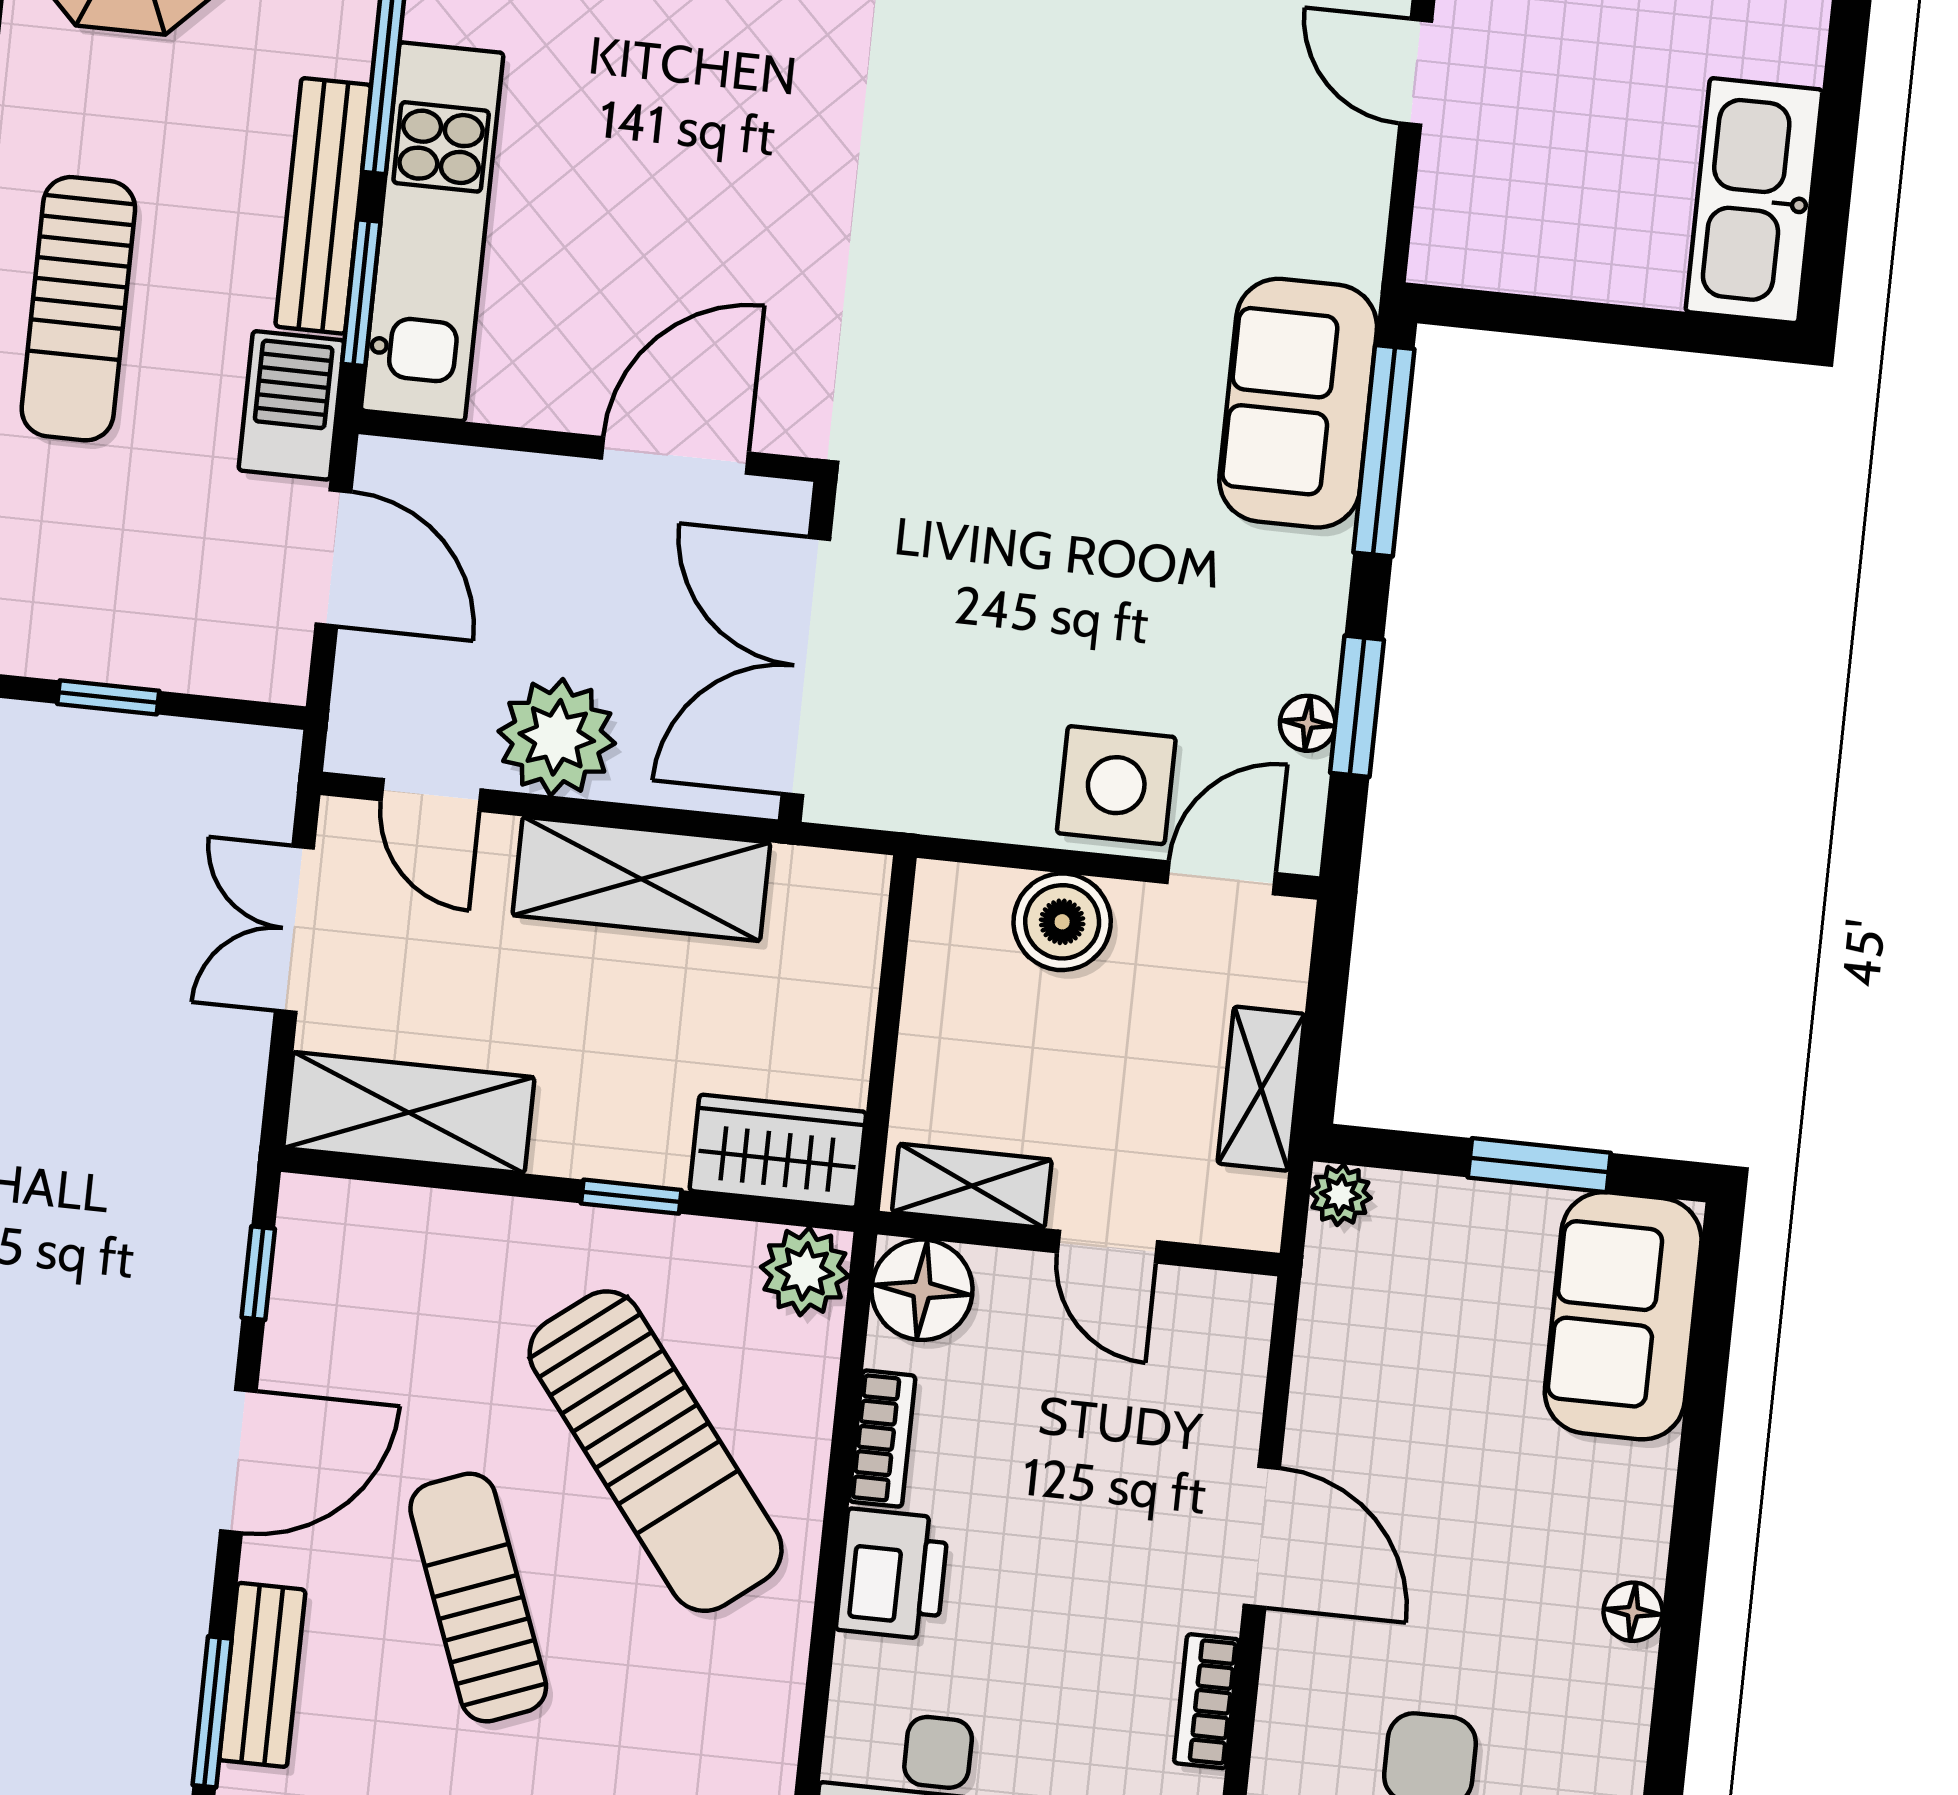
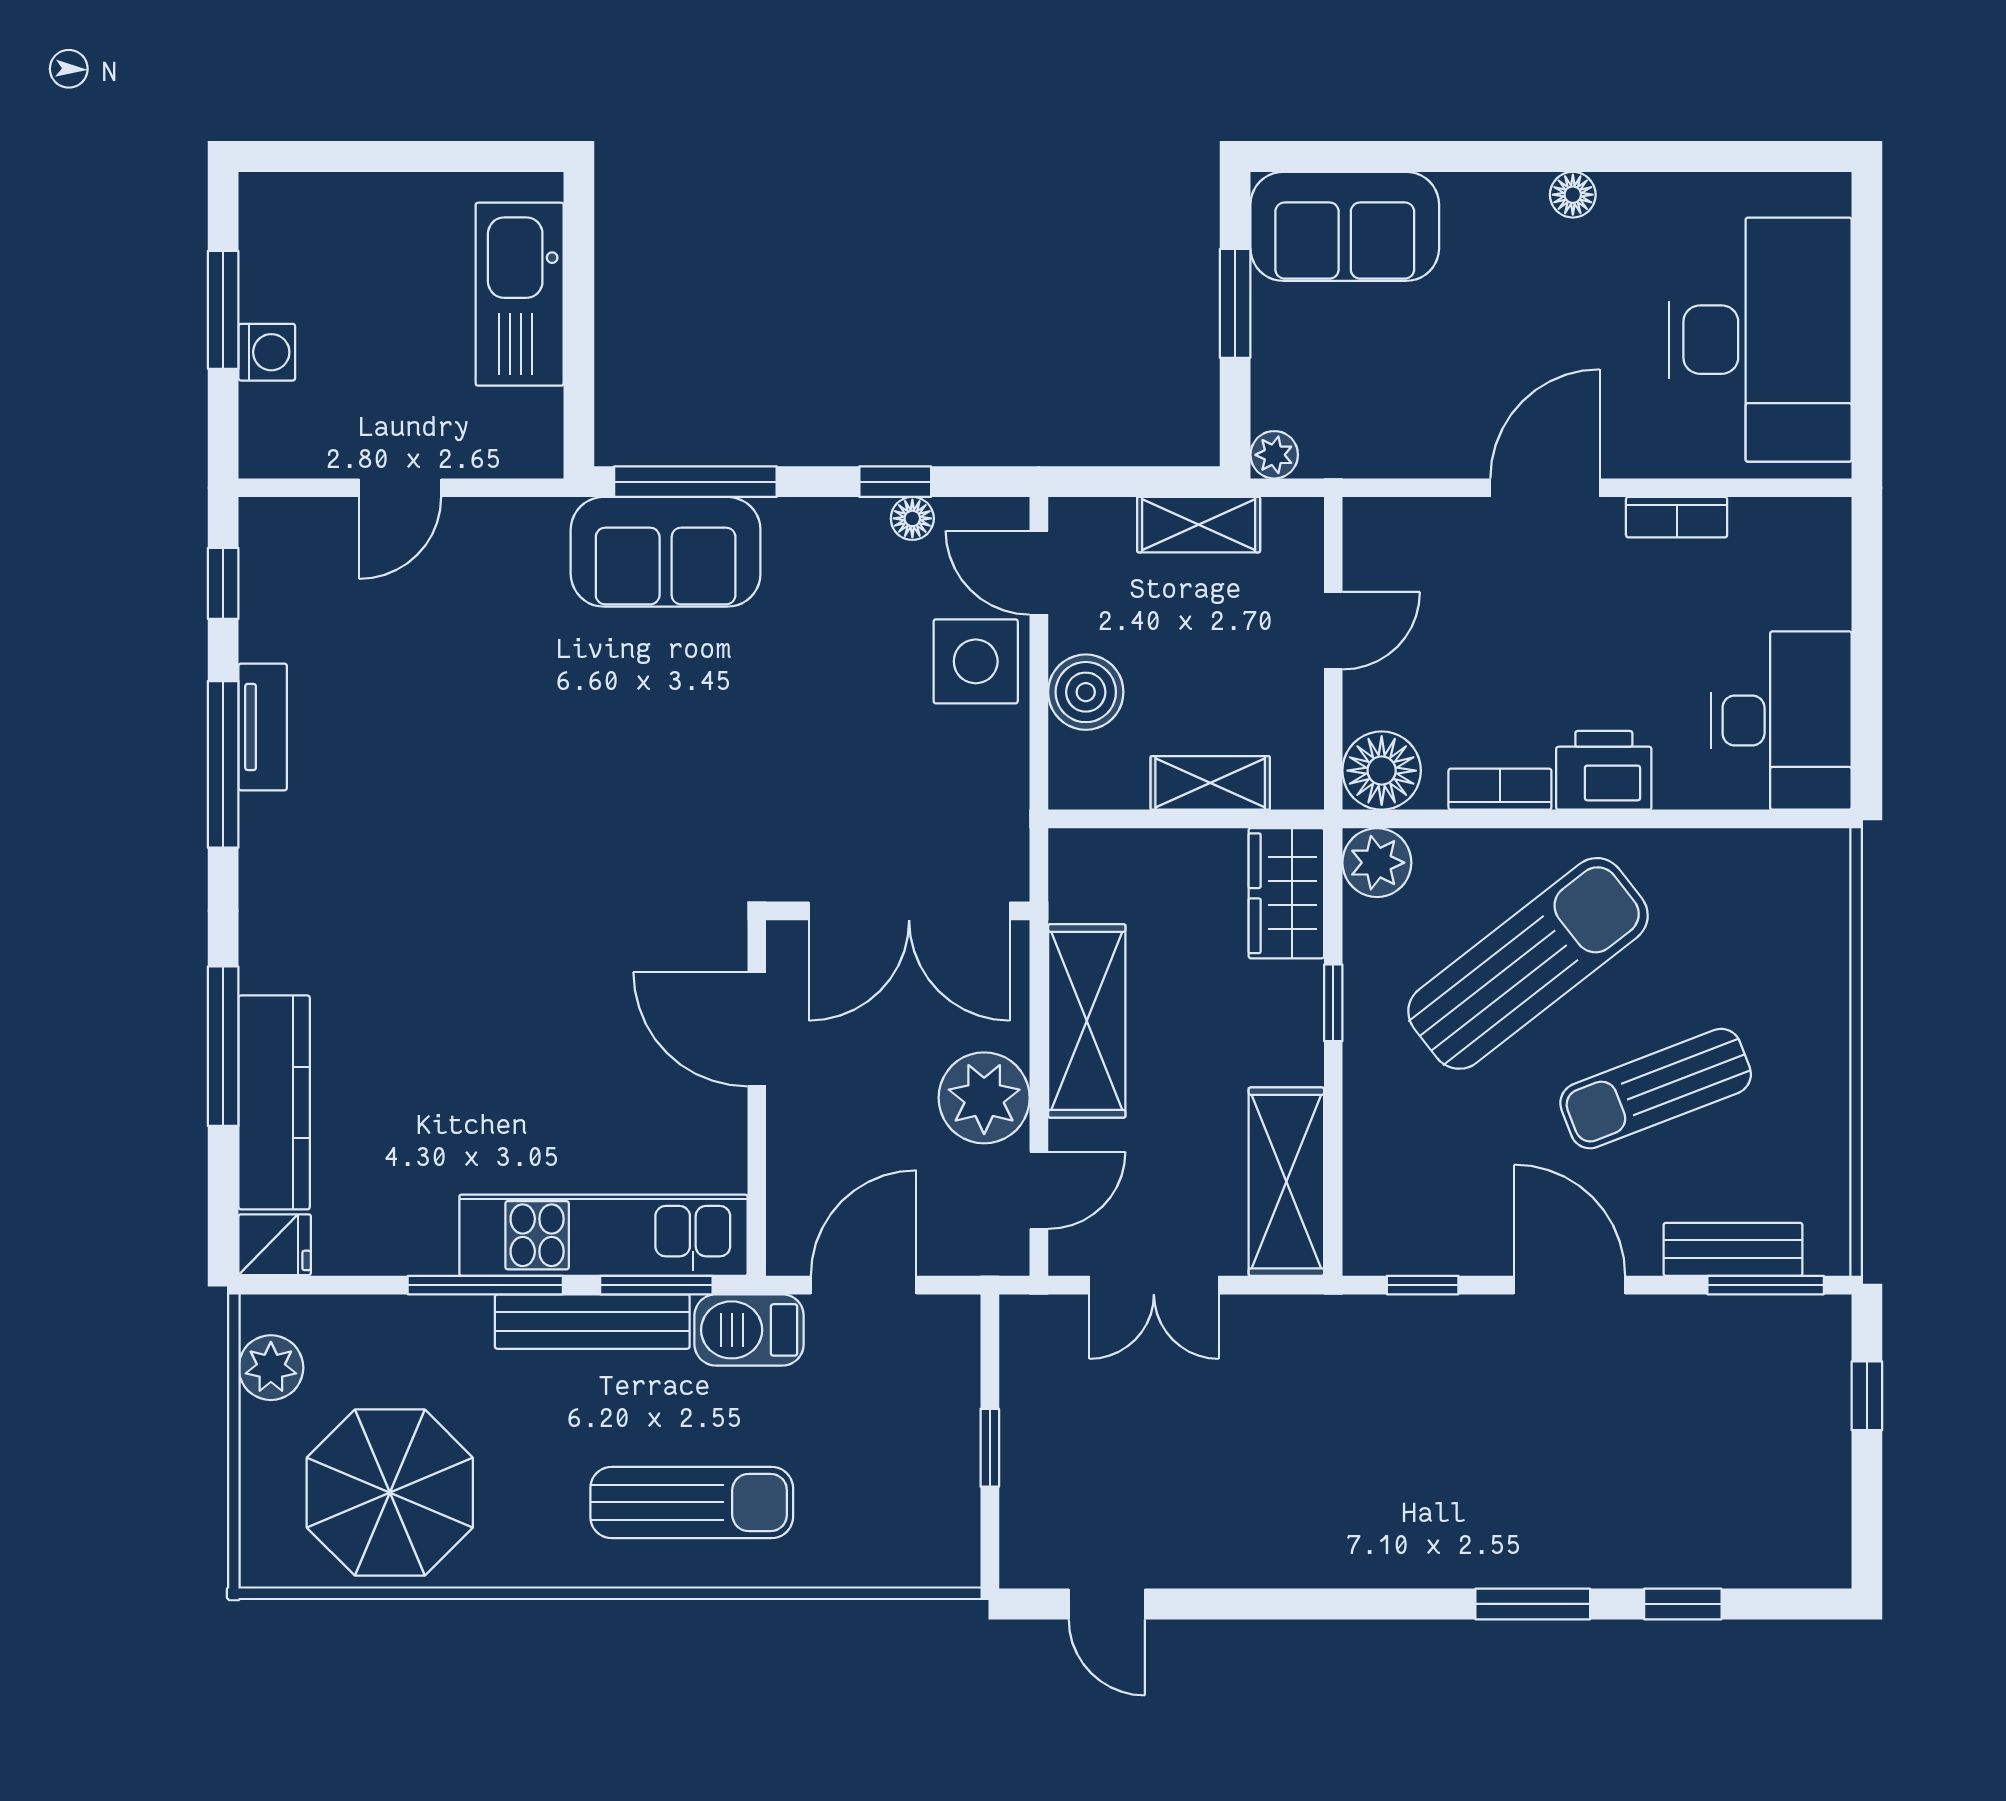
kitchen sink: (1754, 201) -> (520, 294), moved, turned 90
window: (1357, 706) -> (895, 482), width x0.67
shelving: (972, 1186) -> (1210, 783), moved, turned 90

